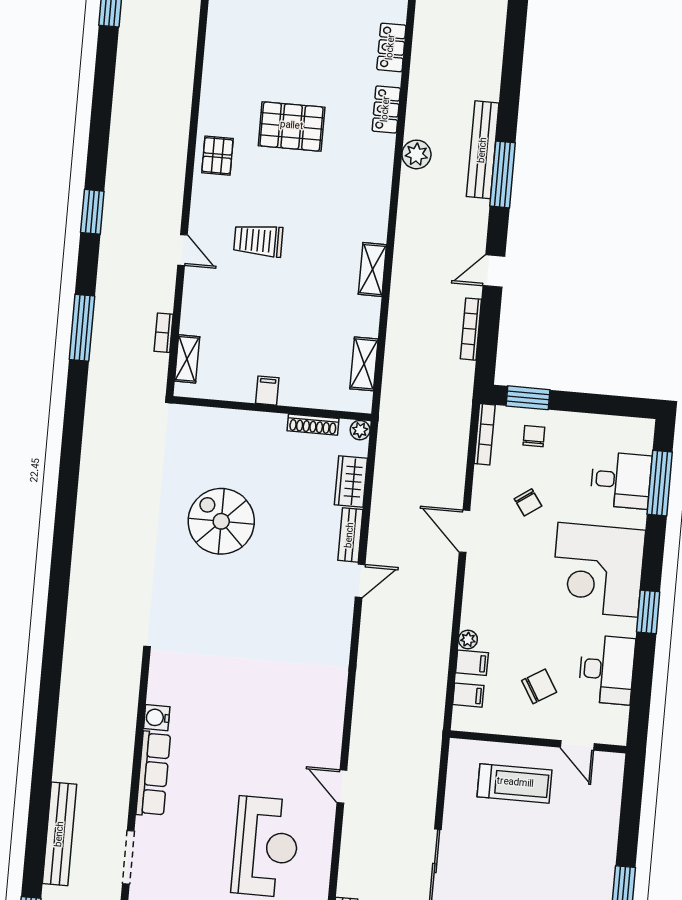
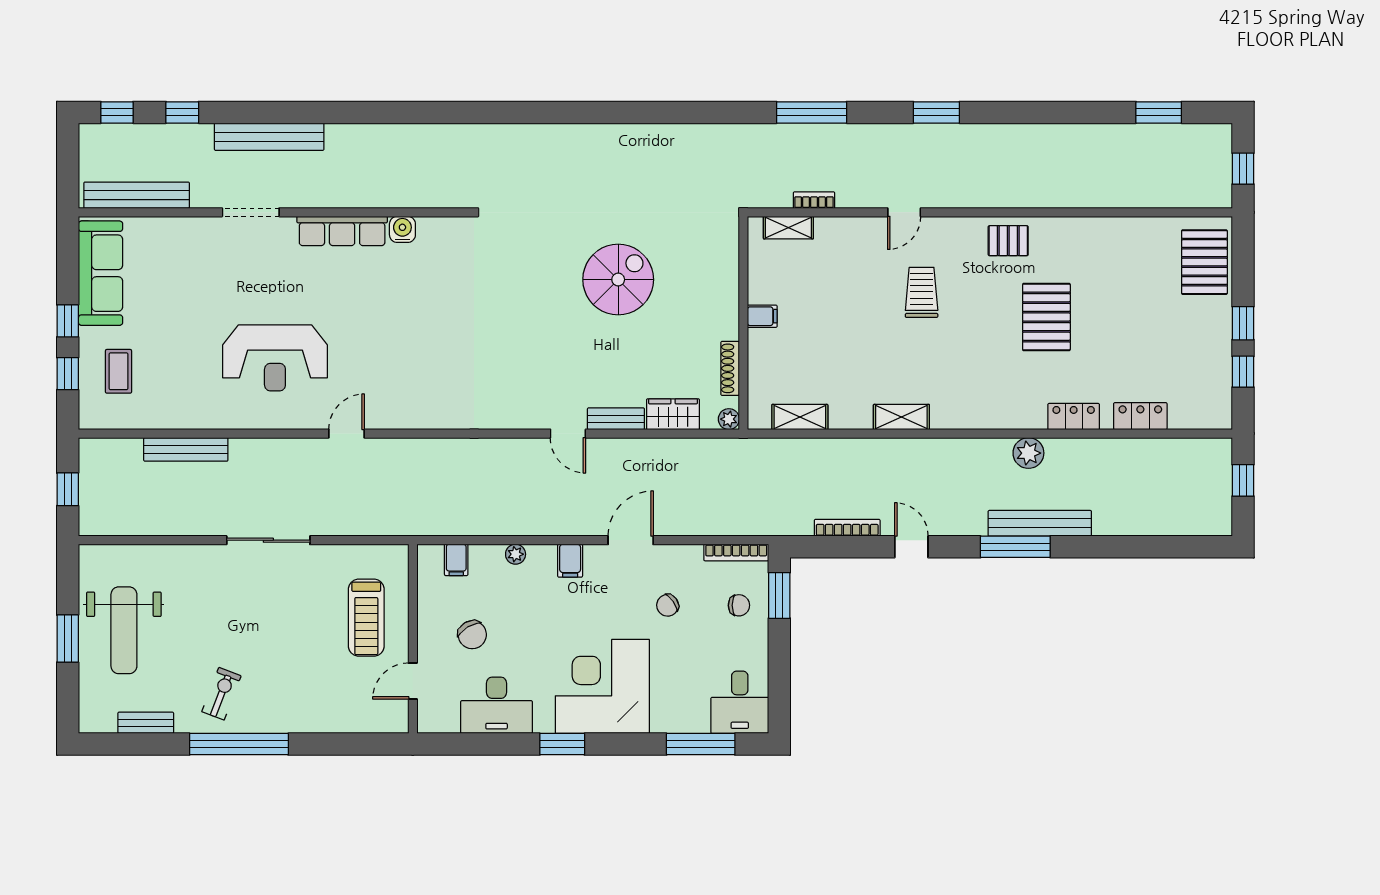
desk: (621, 480) -> (740, 702), moved
filing cabinet: (472, 663) -> (570, 561), moved

